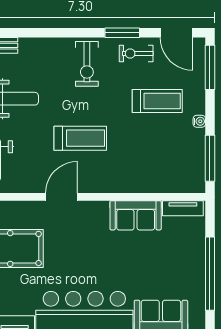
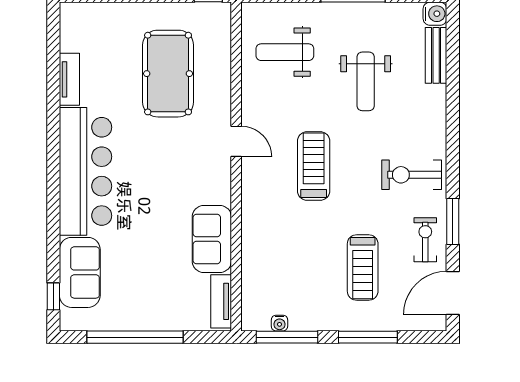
window: (210, 67) -> (368, 337), moved
water cooler: (199, 121) -> (279, 323), moved
treadmill: (80, 138) -> (314, 166), turned 180
door: (62, 197) -> (236, 141), width x0.73

